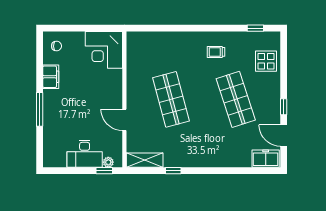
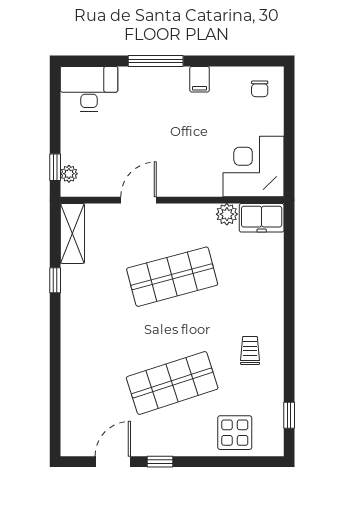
plant: (133, 66) -> (227, 214), added
filing cabinet: (51, 77) -> (200, 79), width x0.50
desk: (85, 154) -> (89, 89), moved, turned 90
freezer: (266, 159) -> (262, 218), moved, turned 90

